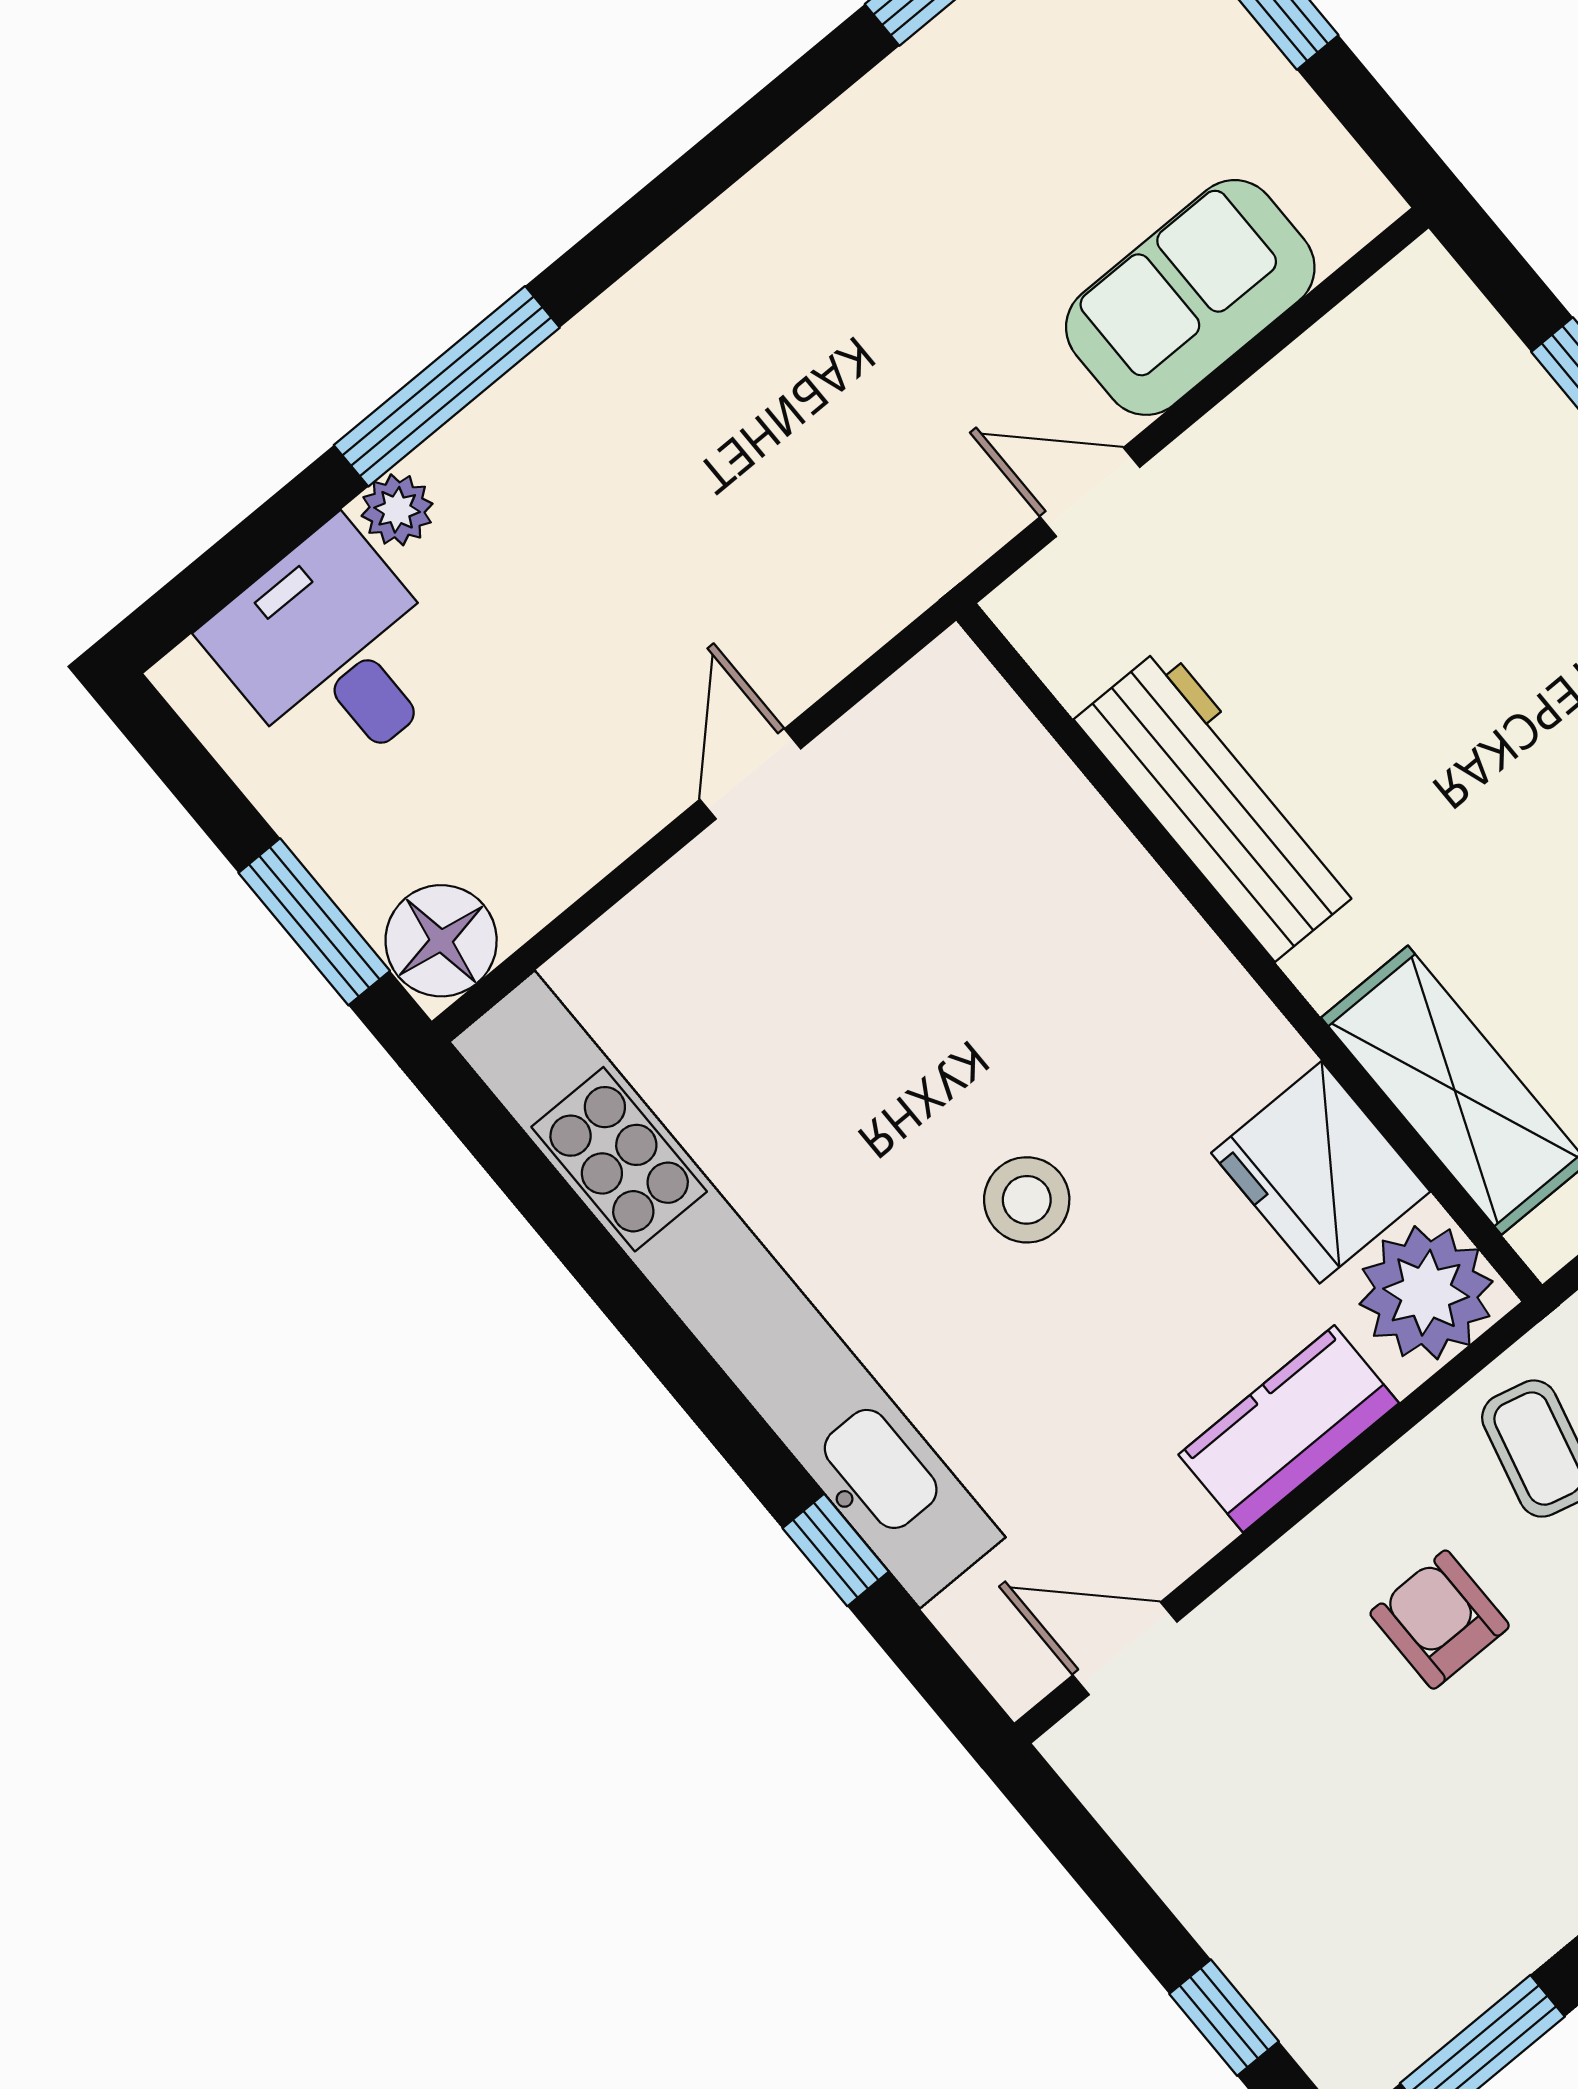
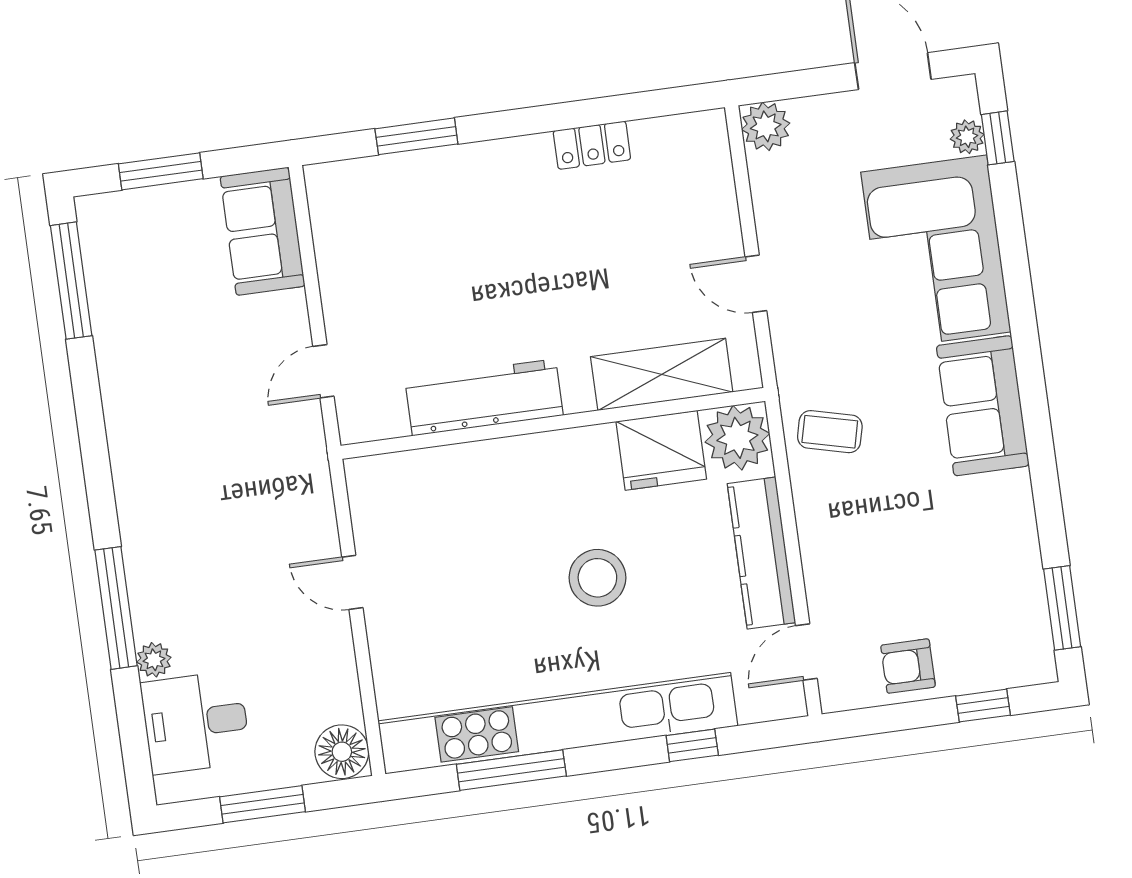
sofa: (1190, 297) -> (263, 231), moved
window: (314, 922) -> (263, 804), moved
stool: (1027, 1200) -> (597, 578), width x1.38, depth x1.38
window: (594, 1259) -> (511, 770), added
kitchen counter: (1289, 1429) -> (761, 553), width x1.50
armchair: (1440, 1620) -> (908, 666), moved

